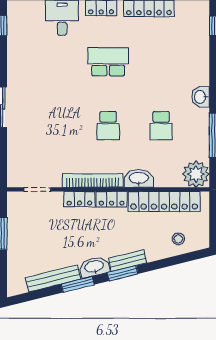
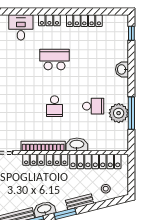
washbasin: (201, 97) -> (122, 69), moved
school desk: (161, 126) -> (93, 106), turned -90
plant: (196, 174) -> (119, 113), moved
bench: (128, 261) -> (80, 202), moved

